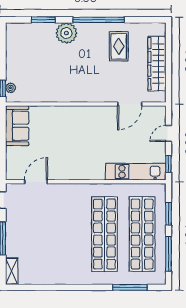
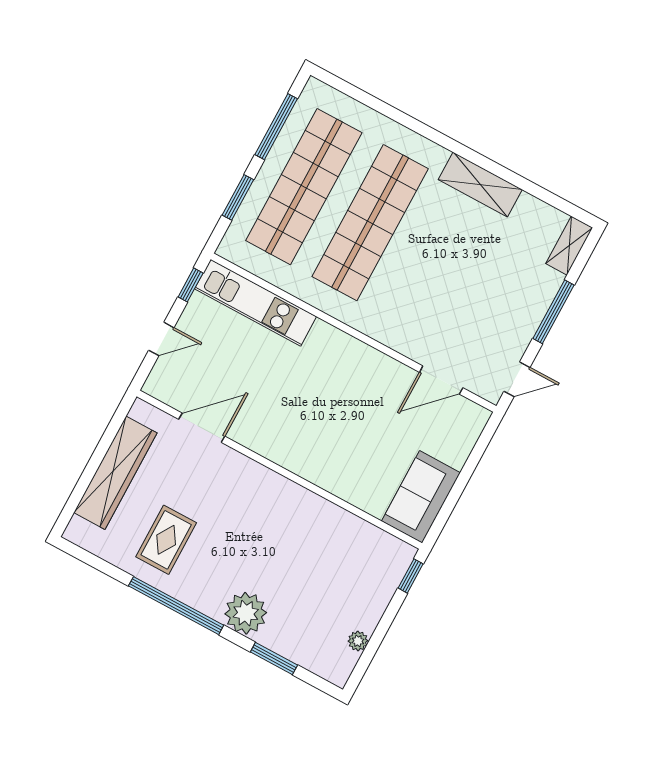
plant: (11, 88) -> (358, 641), moved
shelving: (65, 277) -> (480, 185), added
window: (130, 287) -> (376, 104), removed

